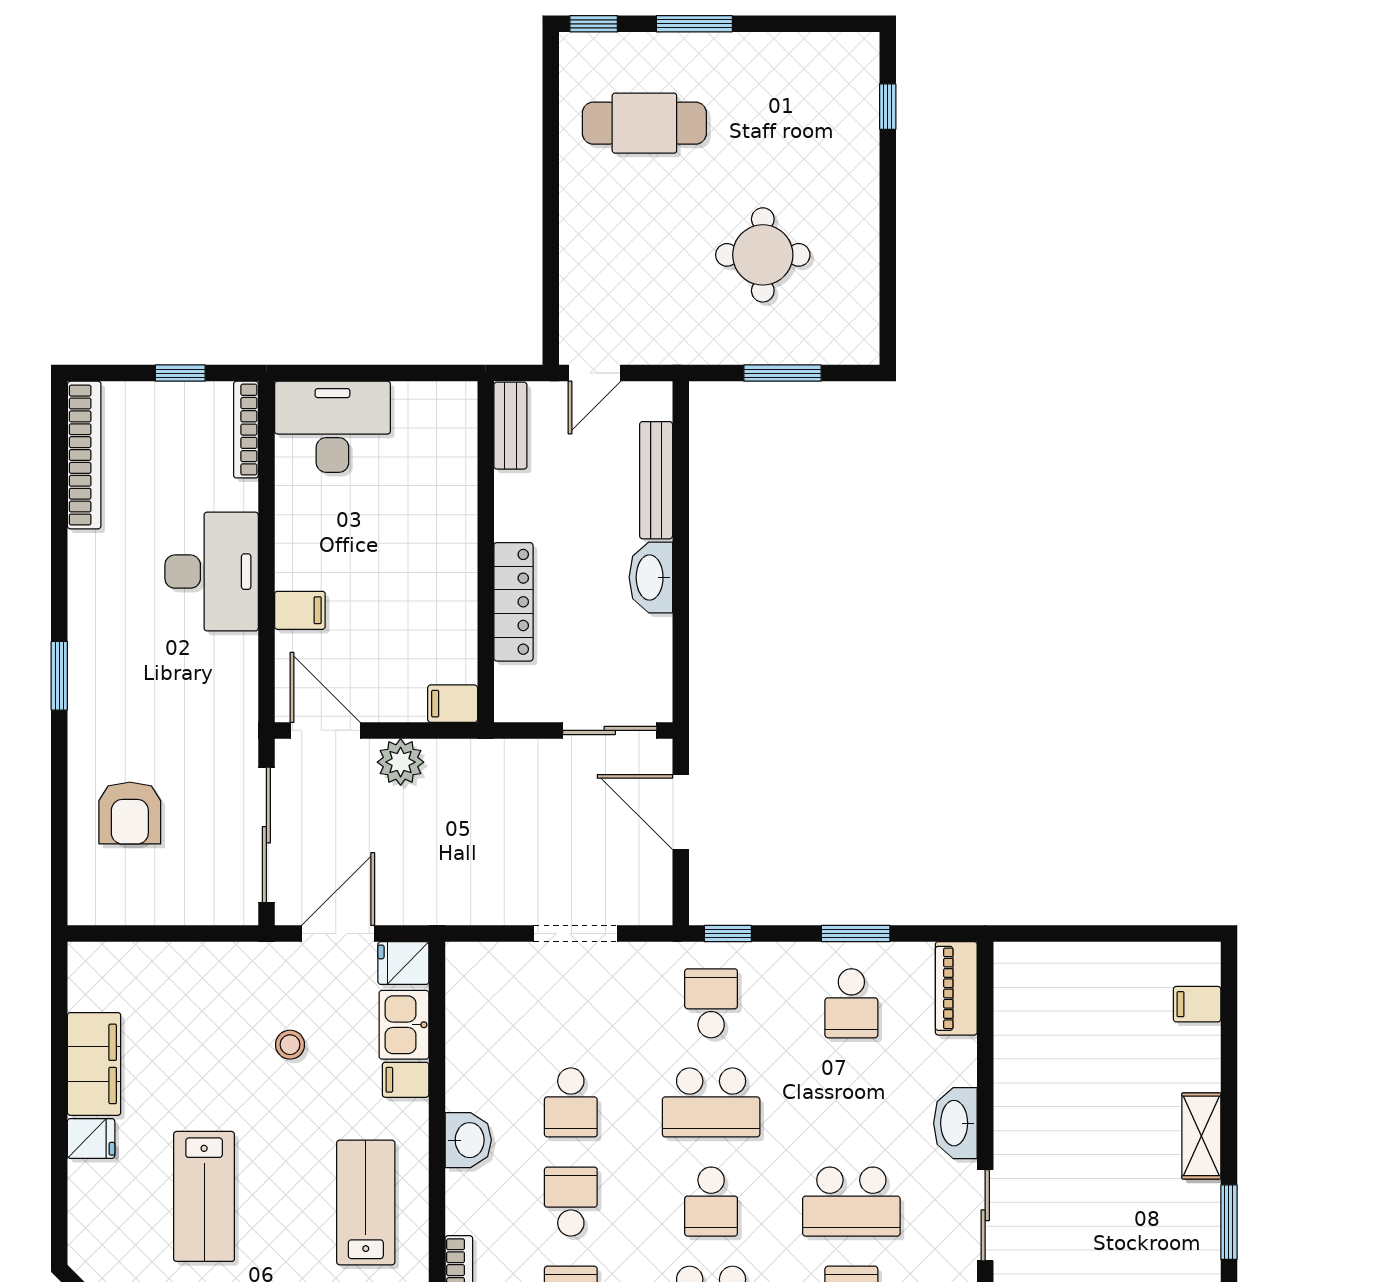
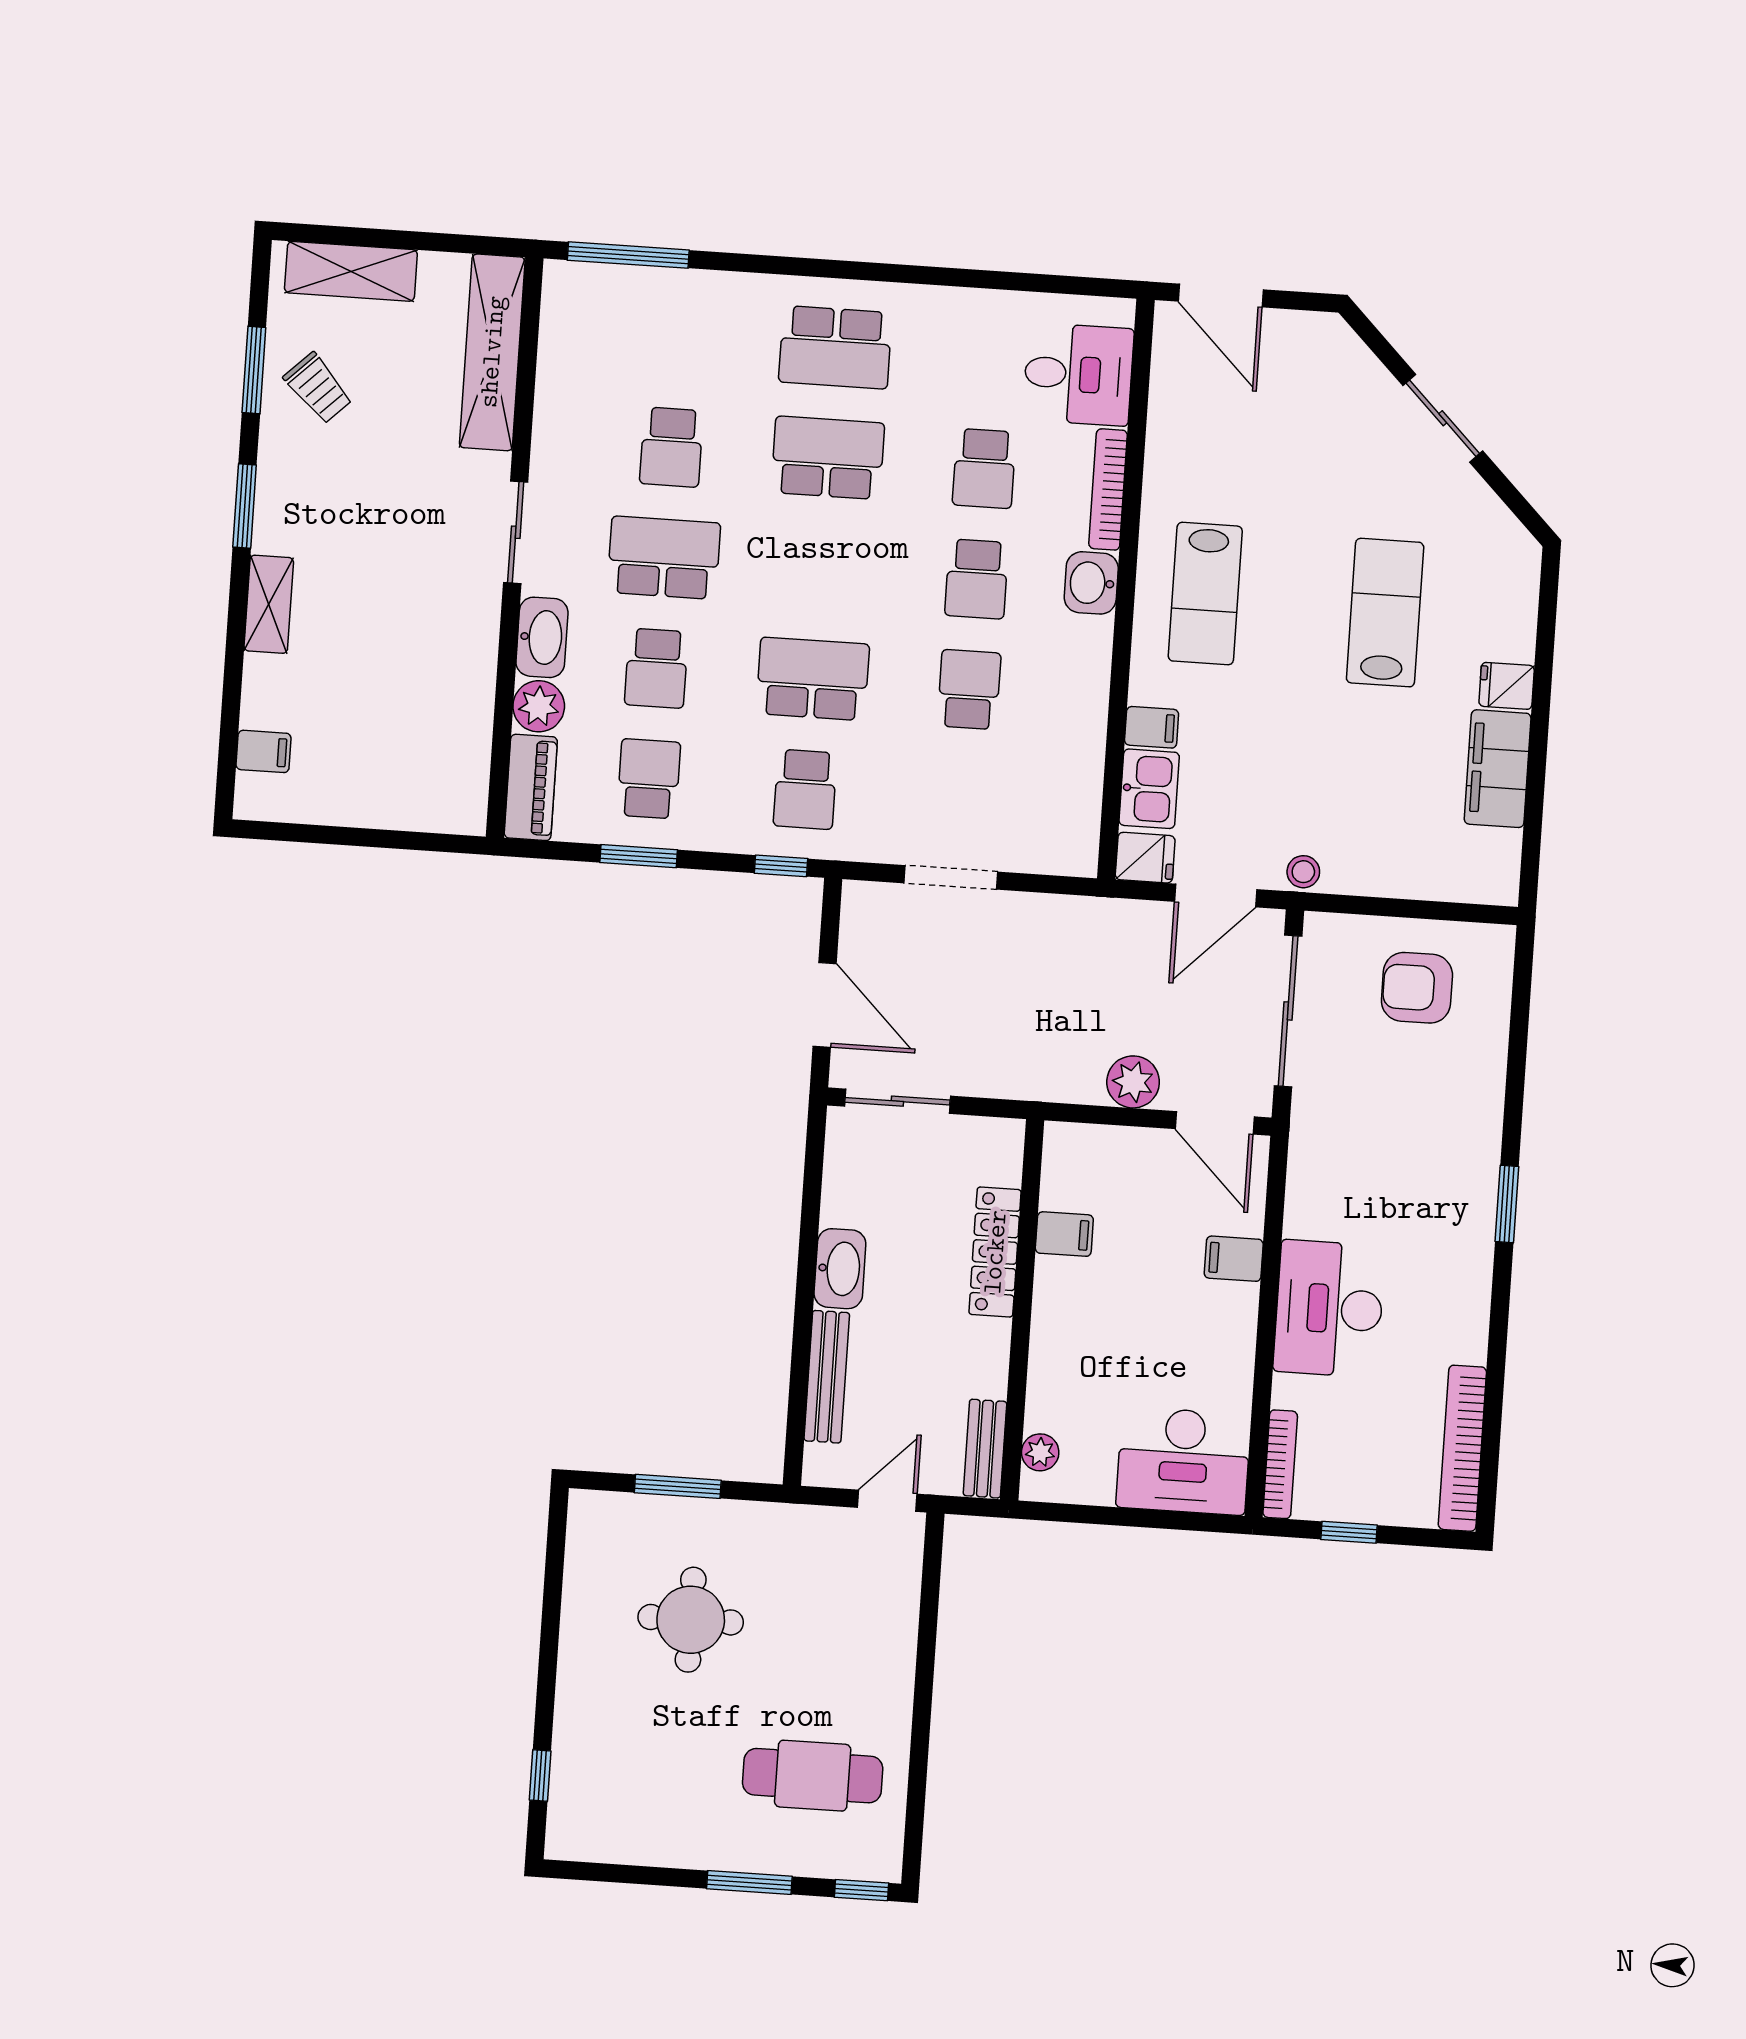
plant: (461, 426) -> (1040, 1452), added
filing cabinet: (453, 704) -> (1064, 1234), moved
armchair: (130, 813) -> (1417, 988), moved, turned -90
stool: (290, 1045) -> (1303, 872), moved
plant: (954, 1061) -> (539, 706), added
washbasin: (468, 1140) -> (1091, 583), moved
school desk: (711, 1202) -> (656, 668), moved, turned 180

